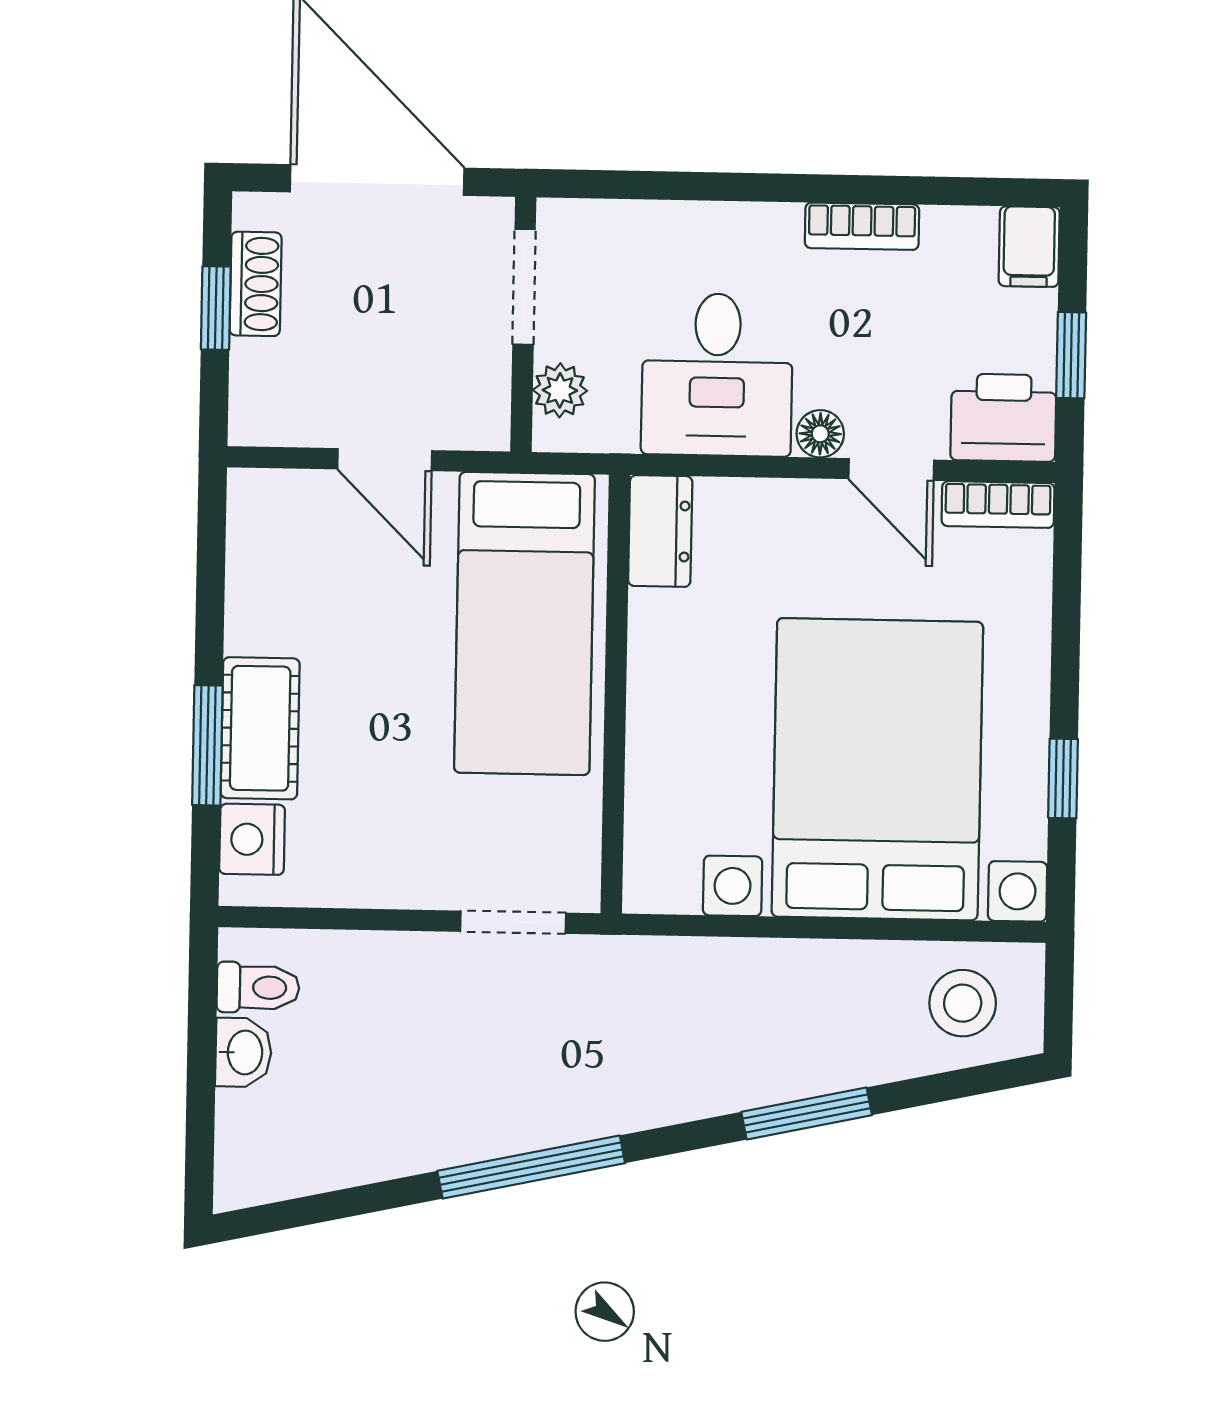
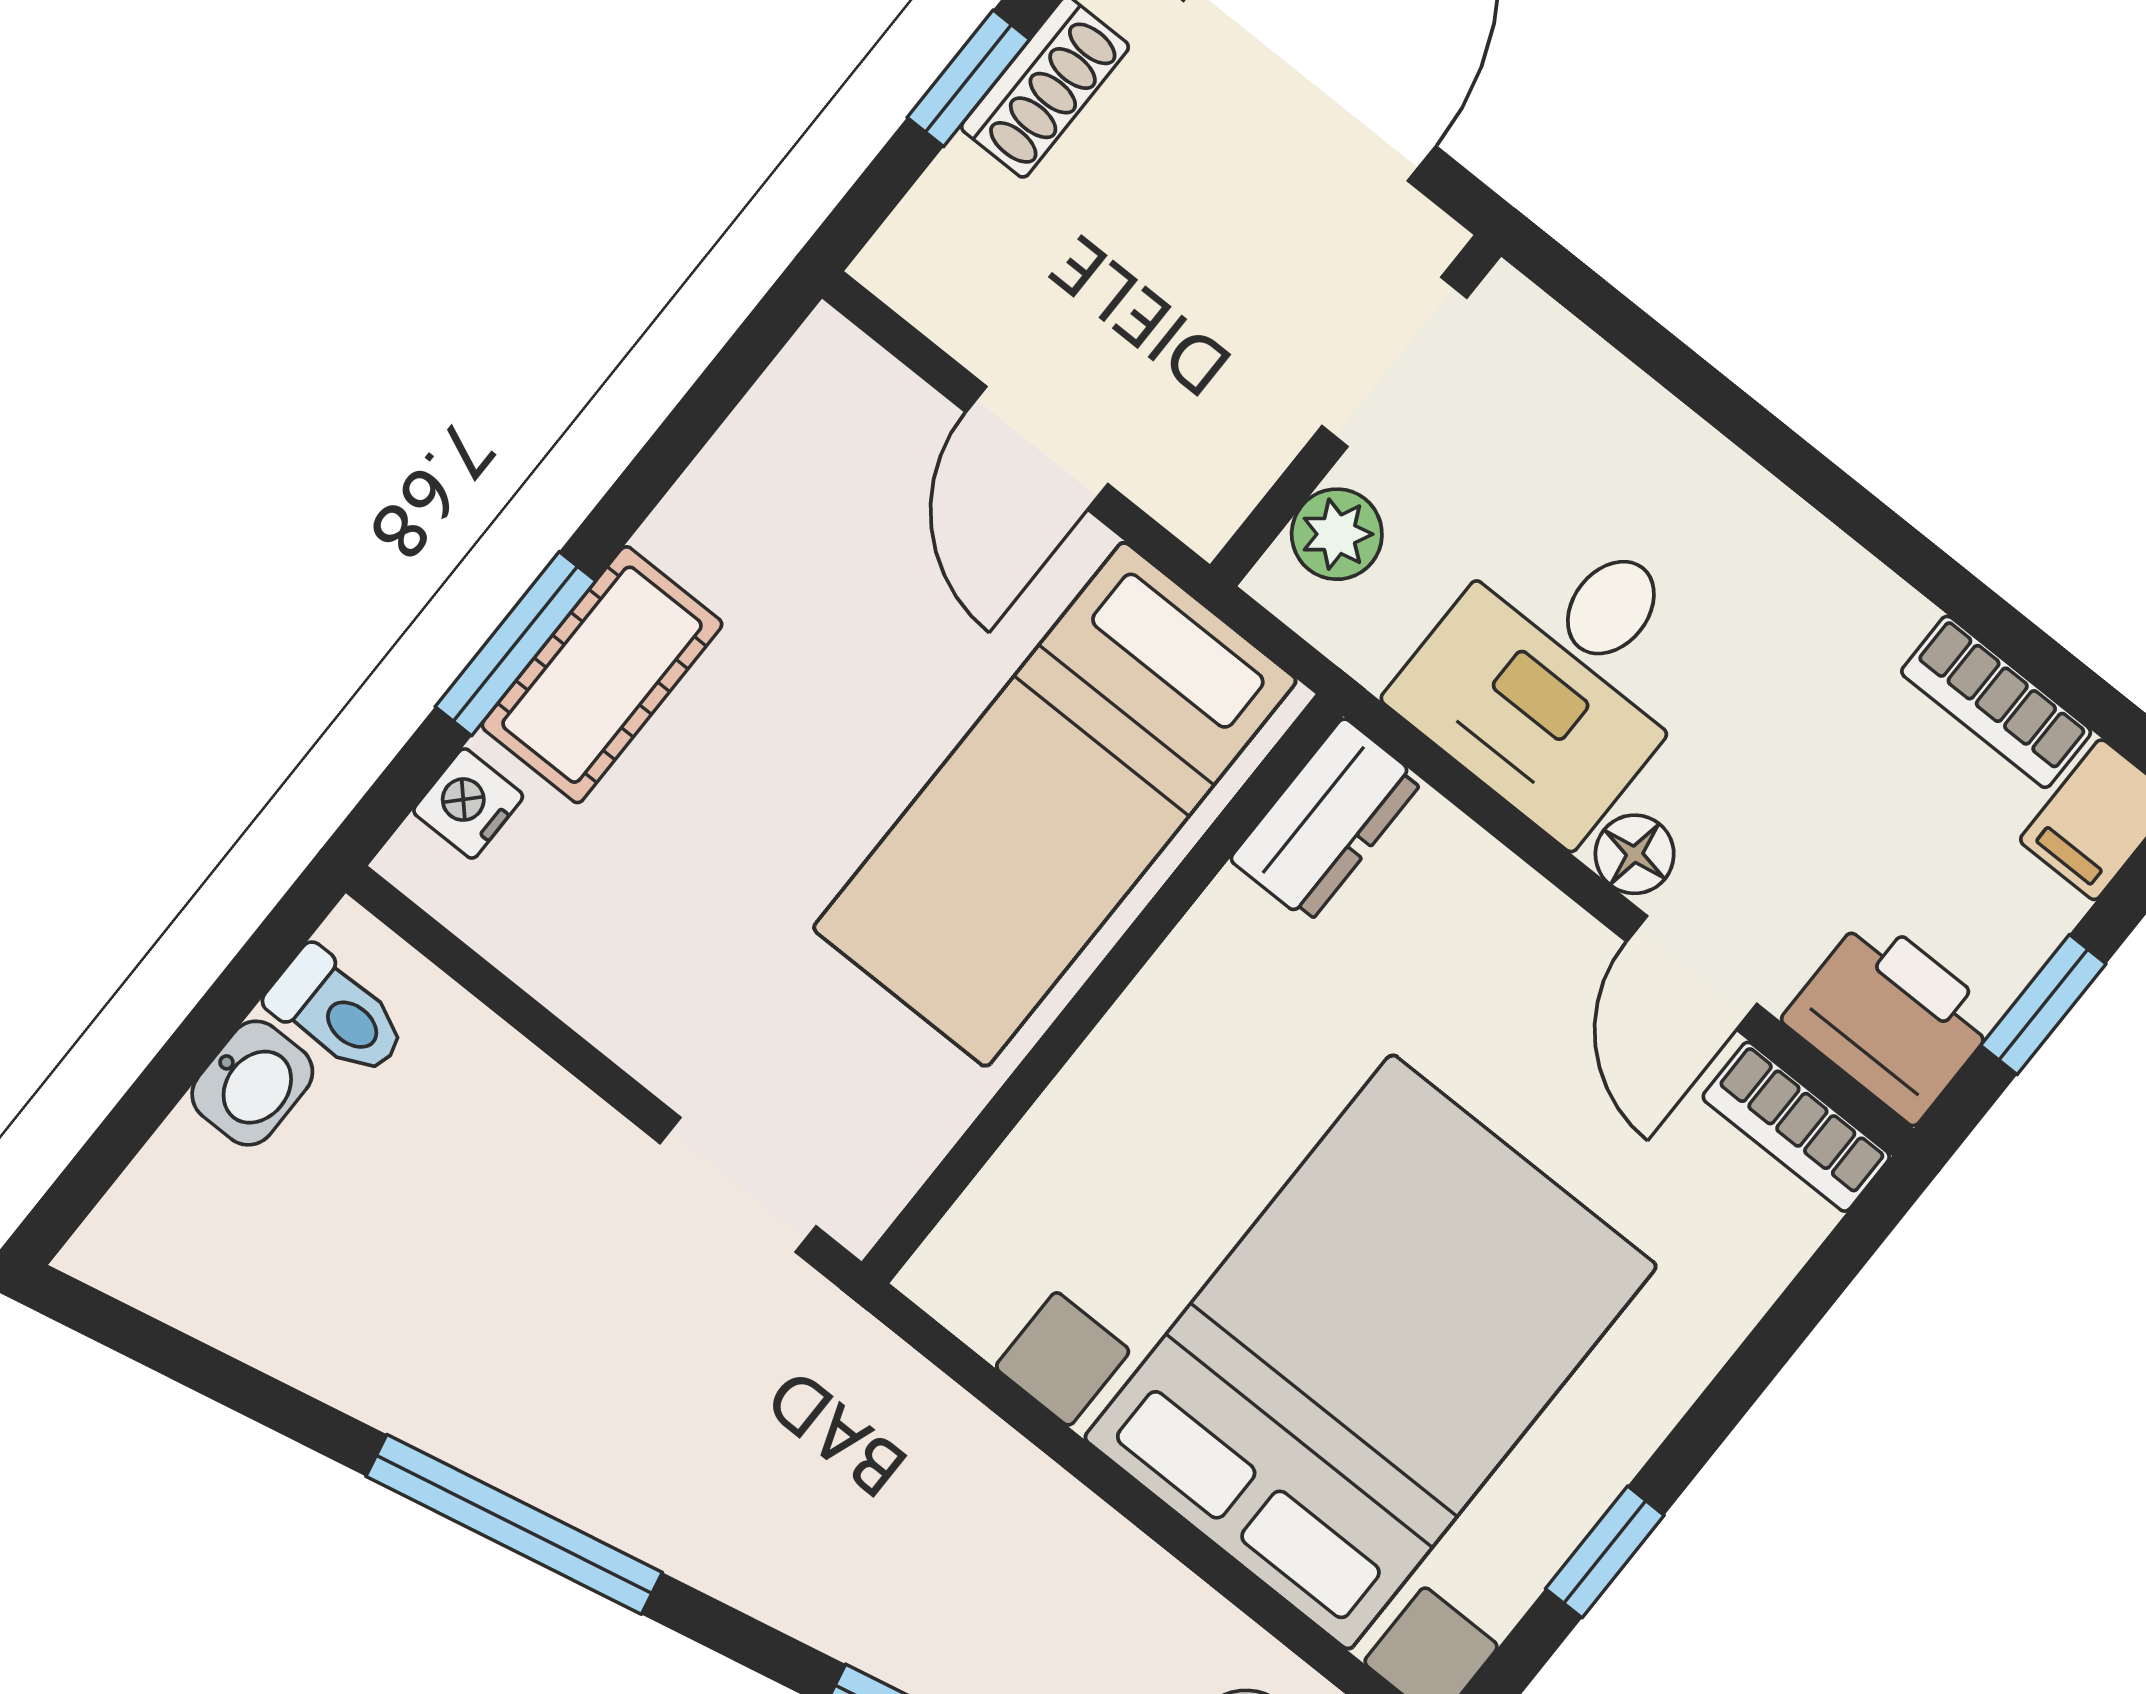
bookcase: (862, 226) -> (1996, 702), moved
nightstand: (252, 839) -> (468, 803), width x0.72, depth x0.74

